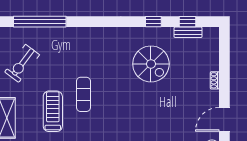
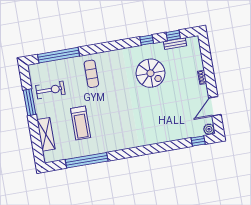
exercise bike: (22, 63) -> (50, 90), turned -127
exercise mat: (83, 94) -> (91, 74), moved
treadmill: (53, 111) -> (81, 123), turned 180

